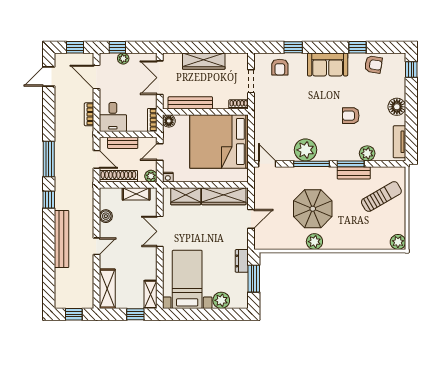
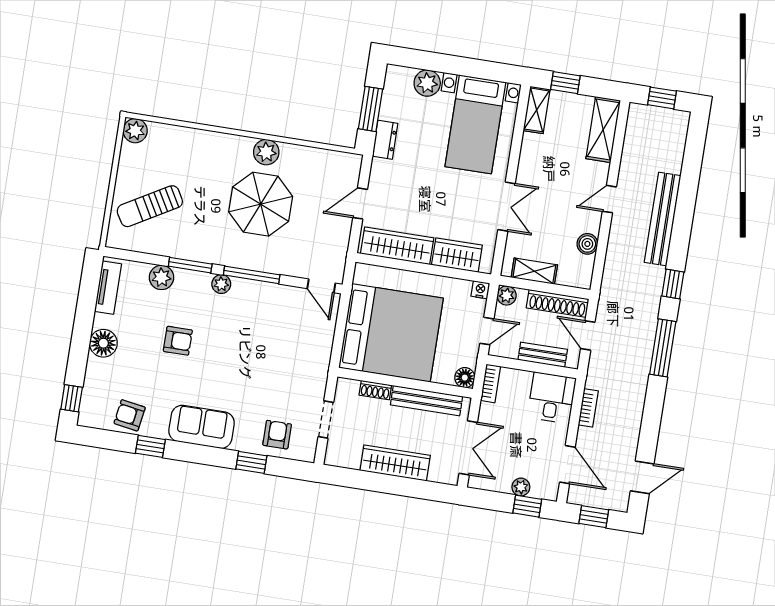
shoe rack: (239, 104) -> (375, 390), moved
plant: (305, 150) -> (221, 284), moved, width x0.53, depth x0.53
bench: (354, 173) -> (187, 250), removed

